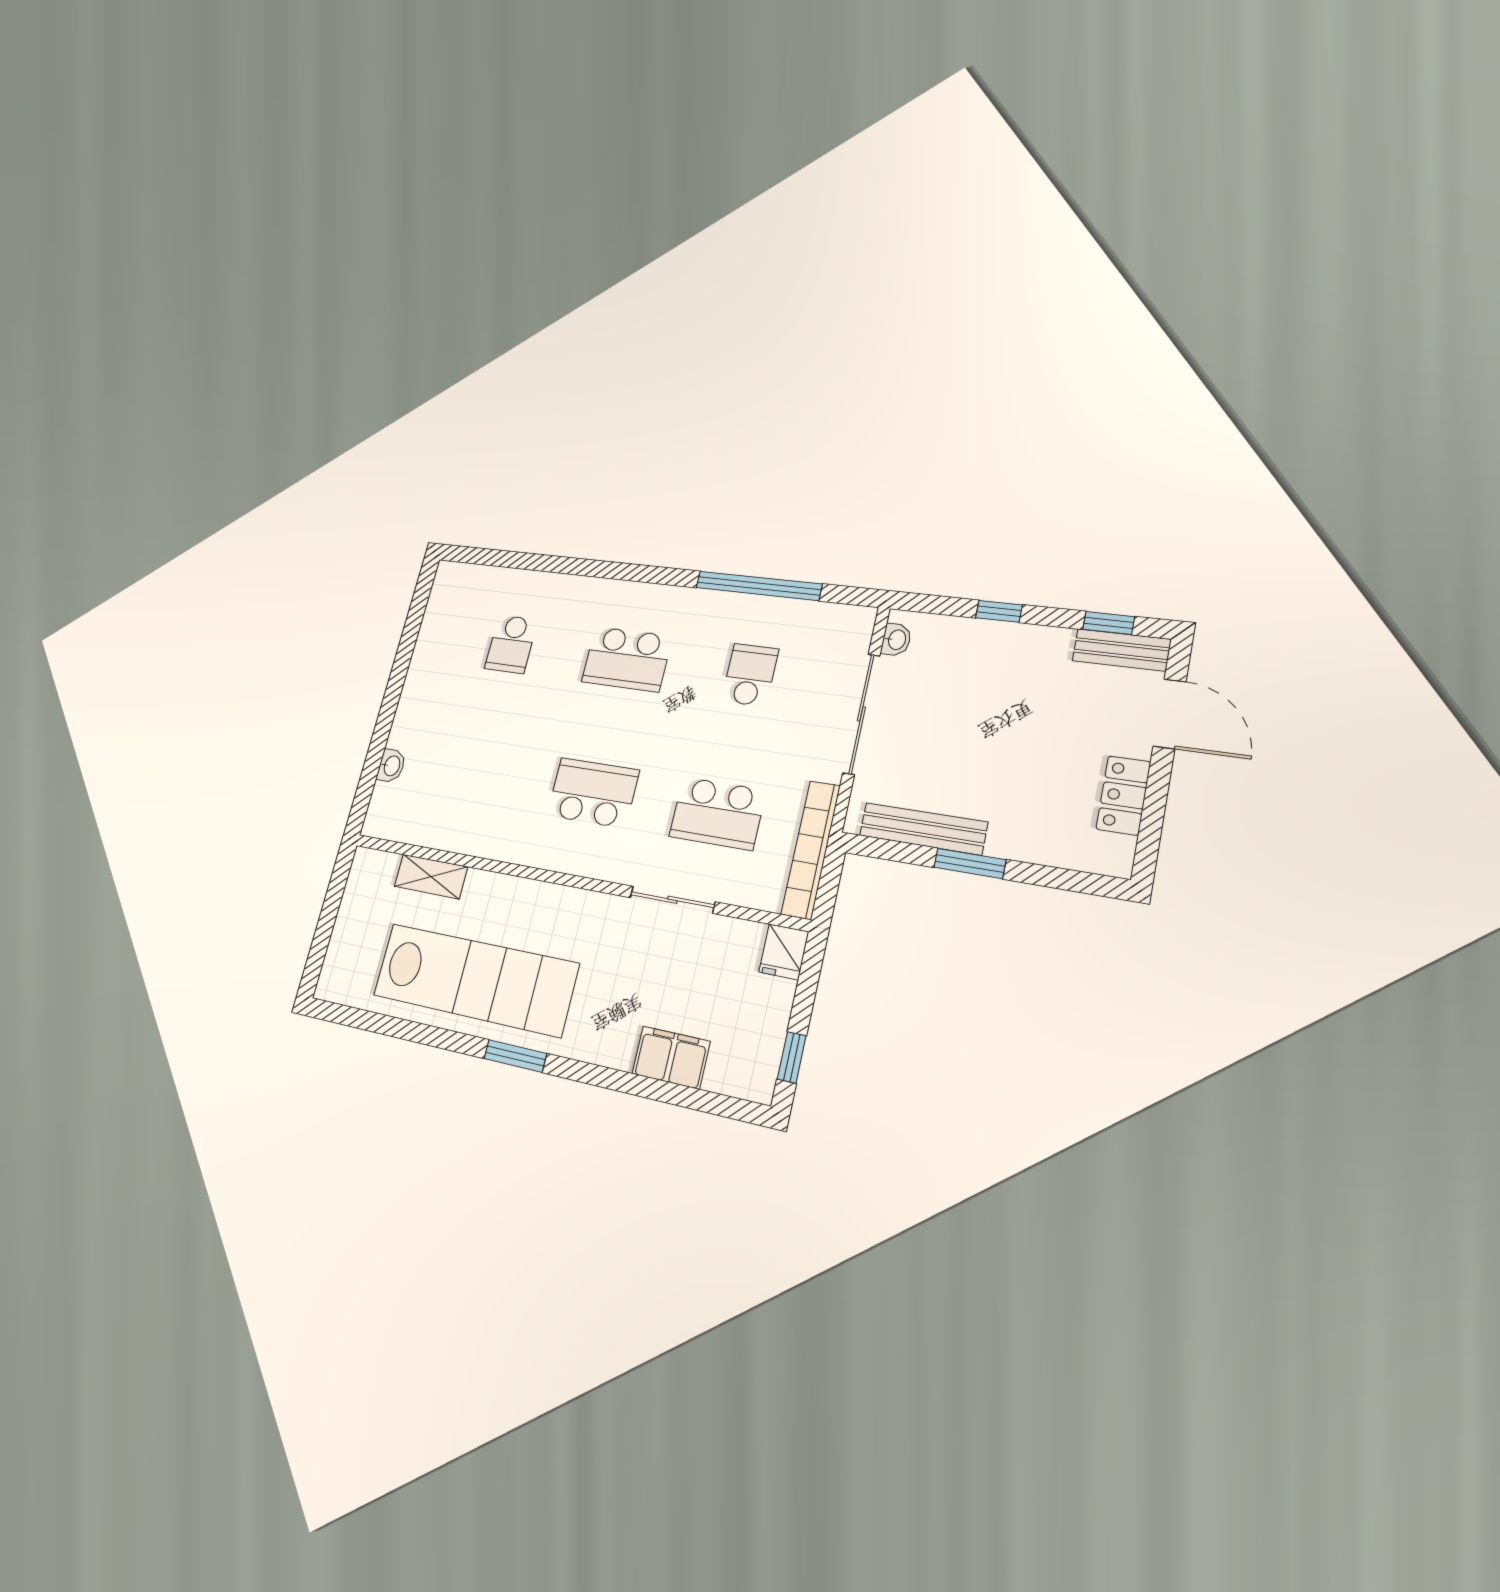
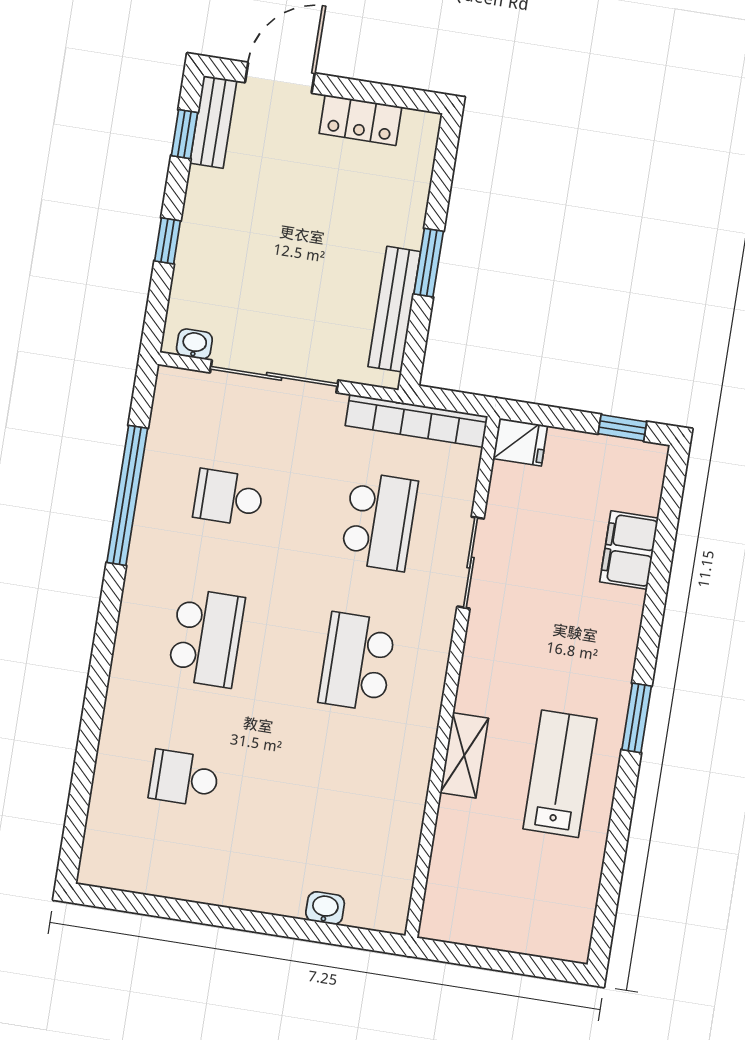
school desk: (511, 644) -> (184, 778), turned 180
shelving: (431, 876) -> (464, 755), moved
lab bench: (475, 979) -> (560, 774), width x0.54, depth x0.72

